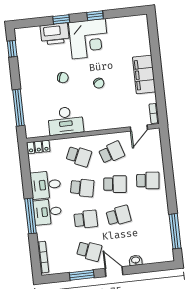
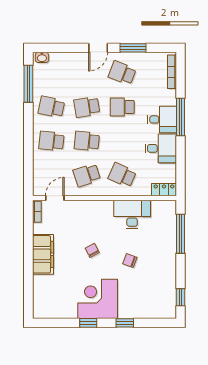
printer: (55, 34) -> (133, 308), removed
school desk: (82, 188) -> (51, 107), moved
washbasin: (136, 260) -> (42, 57), moved
door: (114, 272) -> (98, 48), hinge flipped

